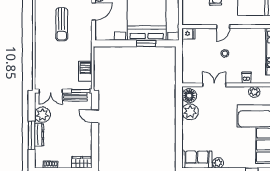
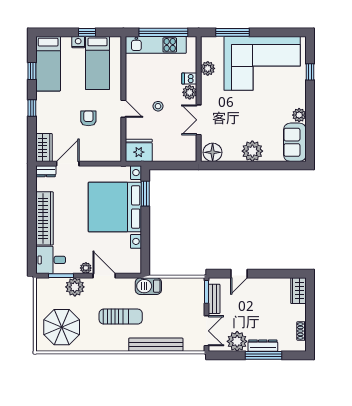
fridge: (188, 34) -> (139, 150), width x1.88, depth x1.34
window: (146, 43) -> (145, 194), moved
bench: (40, 52) -> (156, 345), added
barbecue: (85, 71) -> (148, 286), moved
plant: (236, 78) -> (190, 92), added
plant: (190, 112) -> (252, 151), moved

